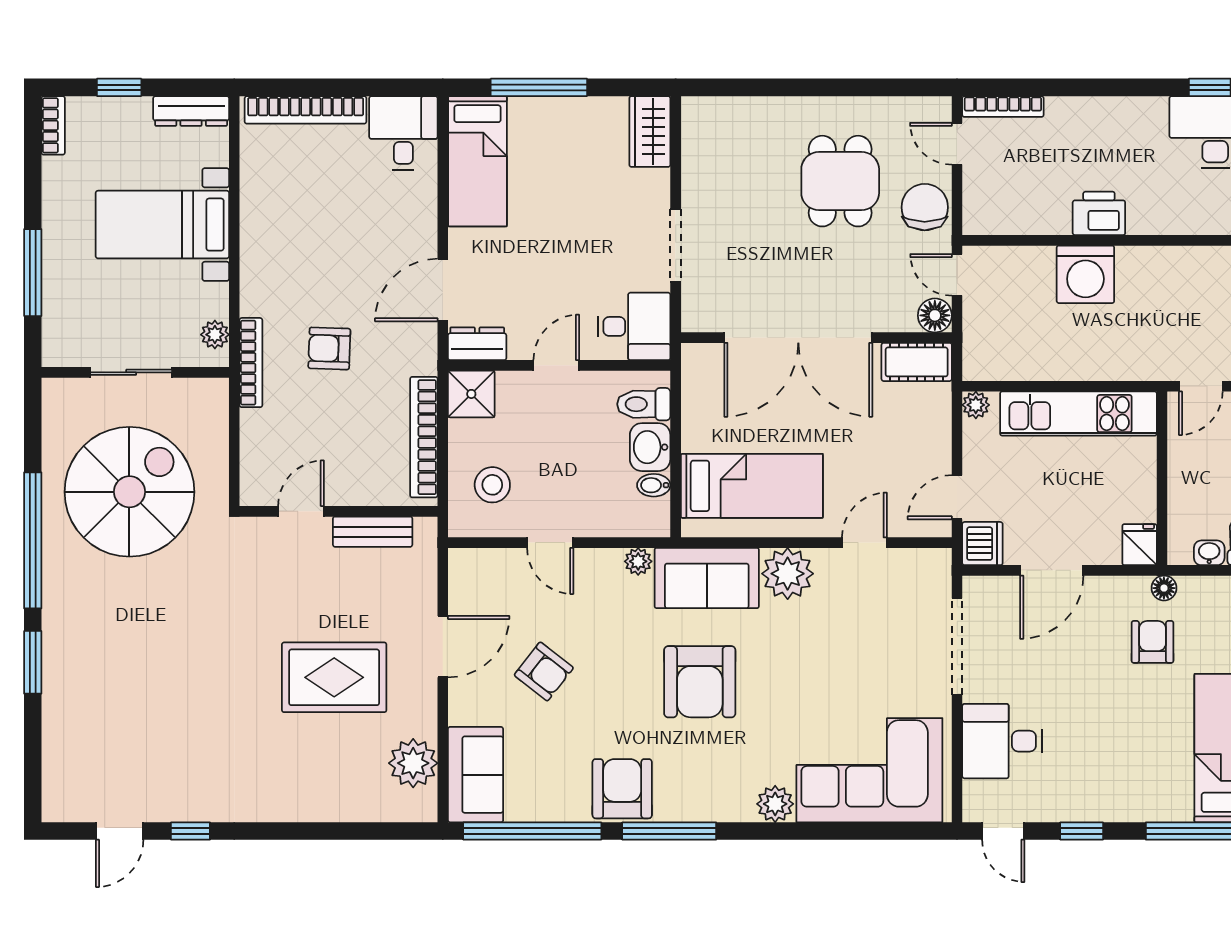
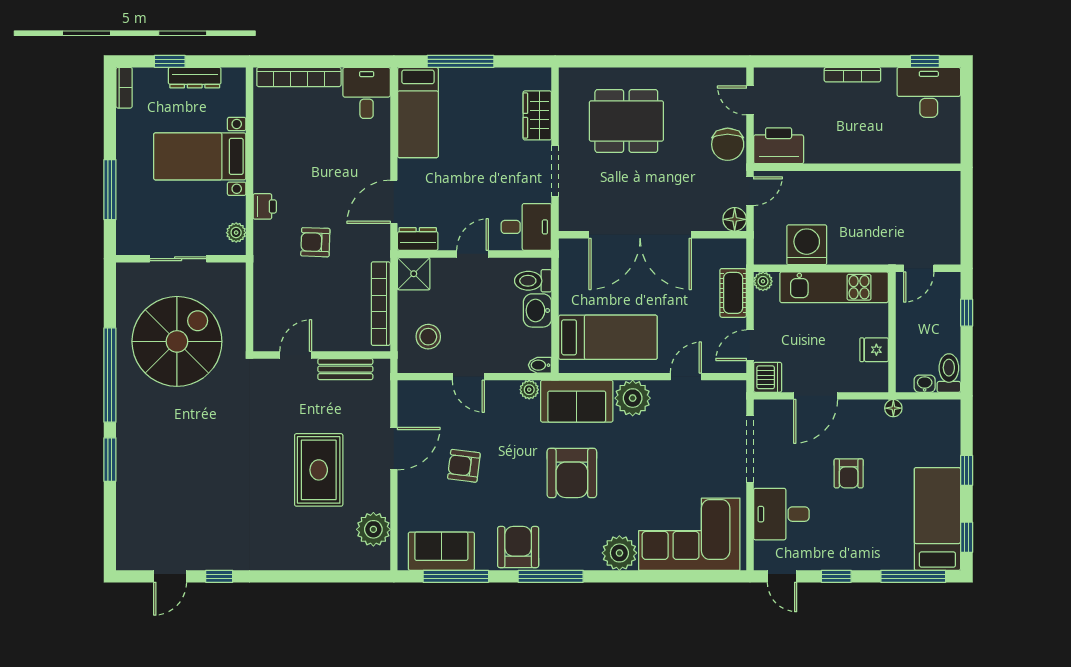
bookcase: (1003, 107) -> (852, 75), moved
dresser: (191, 111) -> (195, 78), moved
wardrobe: (650, 132) -> (537, 115), moved
dining table: (840, 181) -> (626, 121), moved, width x1.37
chair: (925, 207) -> (728, 144), turned 180
printer: (1099, 213) -> (779, 146), moved, width x1.37, depth x1.19
washing machine: (1085, 274) -> (807, 245), moved, turned 180
door: (957, 275) -> (750, 191), swing flipped
printer: (256, 297) -> (265, 206), added
cot: (917, 362) -> (733, 293), moved, turned 90
bookcase: (251, 363) -> (261, 252), removed
bidet: (654, 485) -> (540, 365), moved
fridge: (1140, 545) -> (874, 350), moved, turned -90
armchair: (1152, 642) -> (849, 473), moved, turned 180
armchair: (544, 671) -> (464, 466), turned 149
rug: (334, 677) -> (319, 470), turned 90
sofa: (476, 775) -> (441, 551), moved, turned -90
plant: (775, 804) -> (619, 553), width x1.36, depth x1.36
window: (532, 831) -> (456, 576), width x0.68

